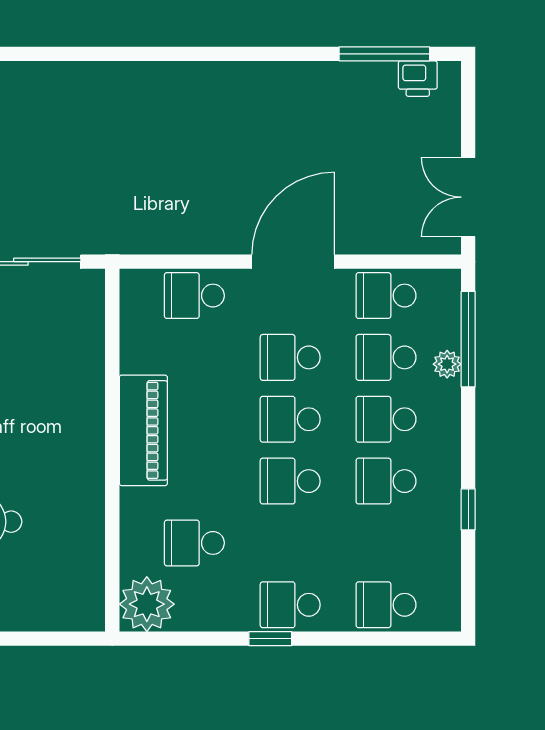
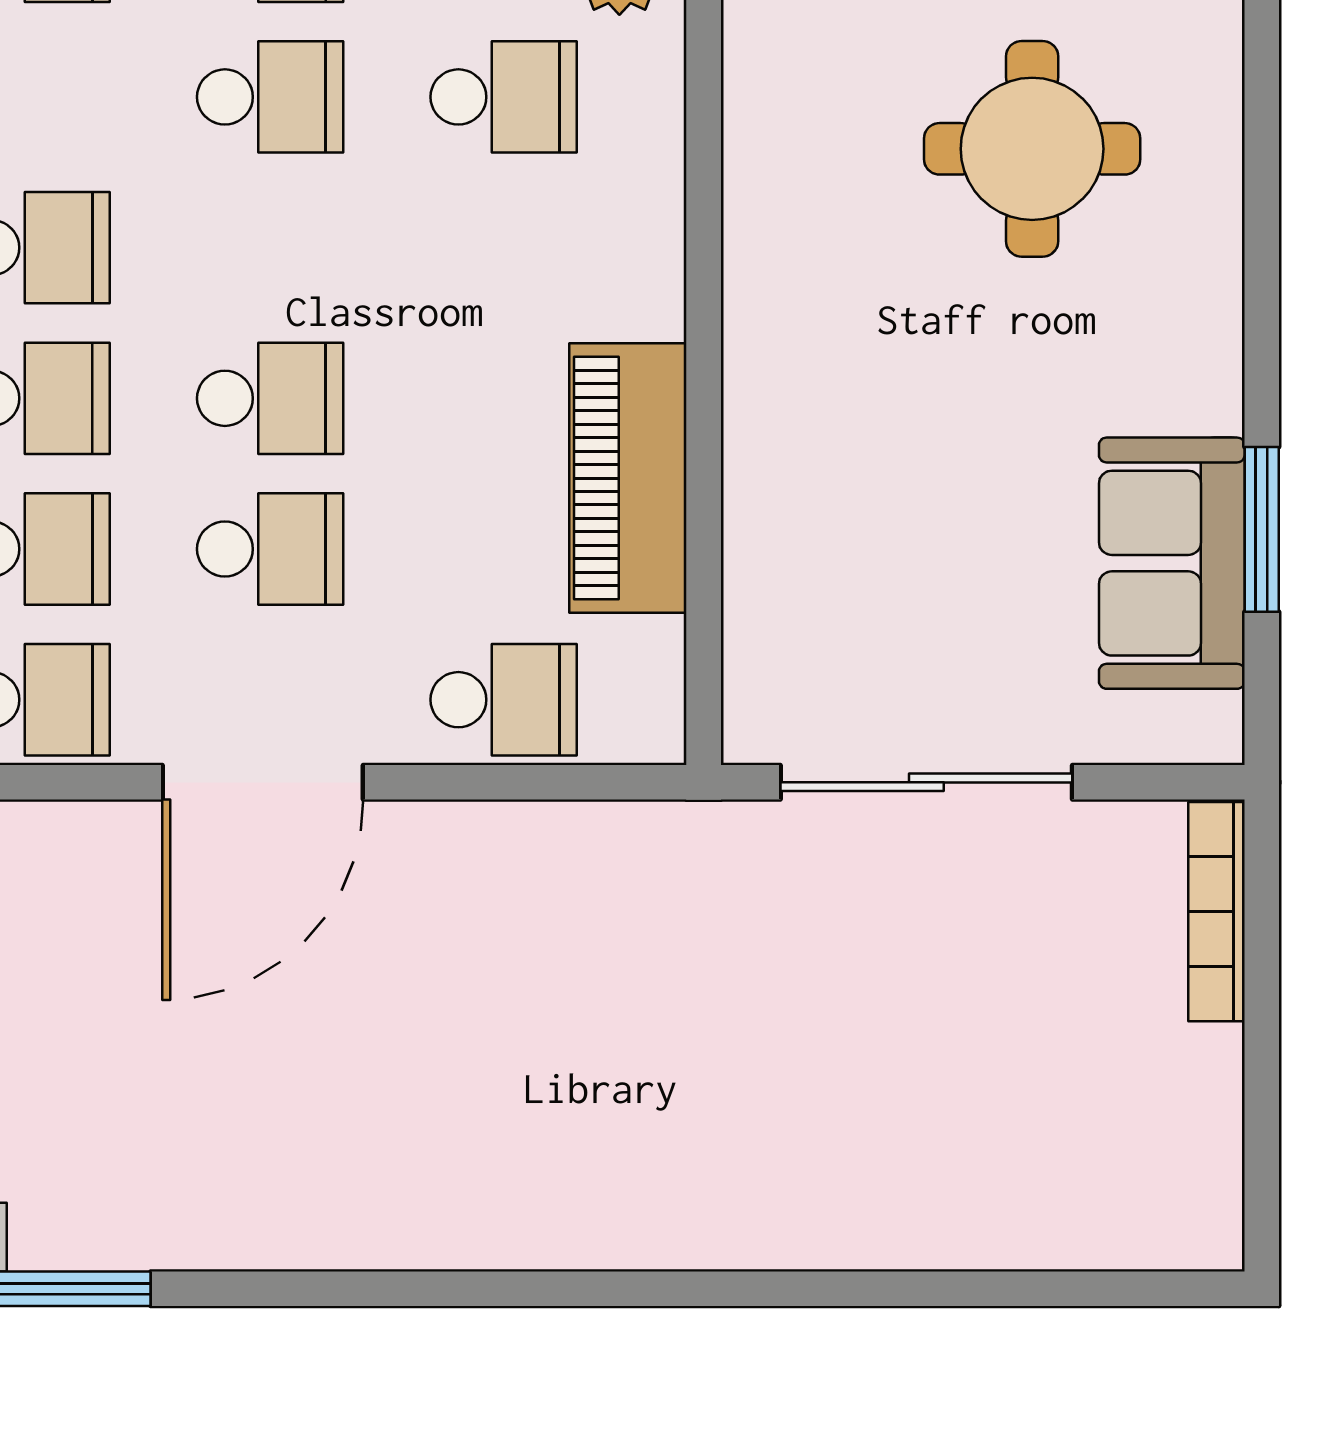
piano: (143, 430) -> (628, 478), moved
school desk: (290, 481) -> (270, 97), moved

